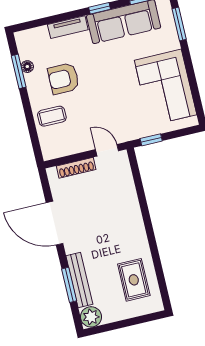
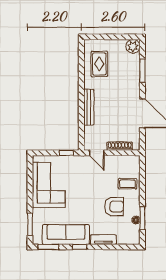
bench: (79, 280) -> (89, 107), moved

